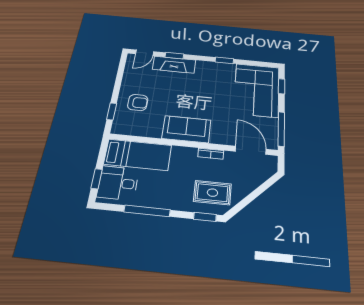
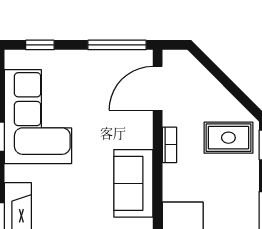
corner sofa: (257, 90) -> (38, 117), moved, turned -90
rug: (212, 193) -> (228, 138), turned 90

